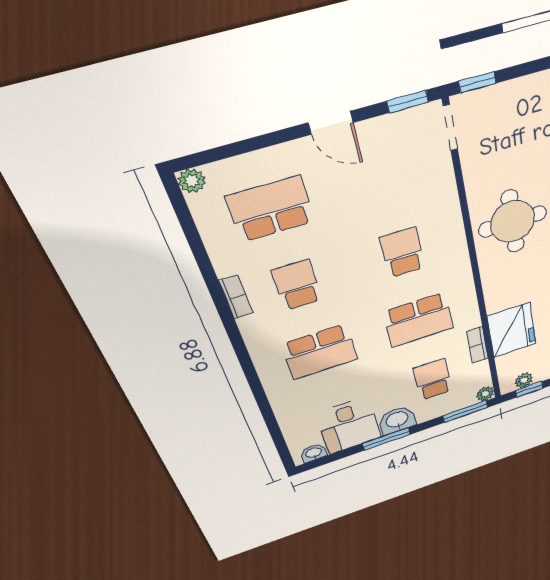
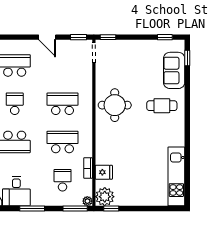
school desk: (402, 253) -> (63, 104), width x1.85
school desk: (419, 320) -> (63, 142), turned 180
fridge: (512, 330) -> (104, 172), width x0.53, depth x0.75
plant: (524, 380) -> (105, 197), width x1.88, depth x1.88
washbasin: (397, 420) -> (40, 198), removed

